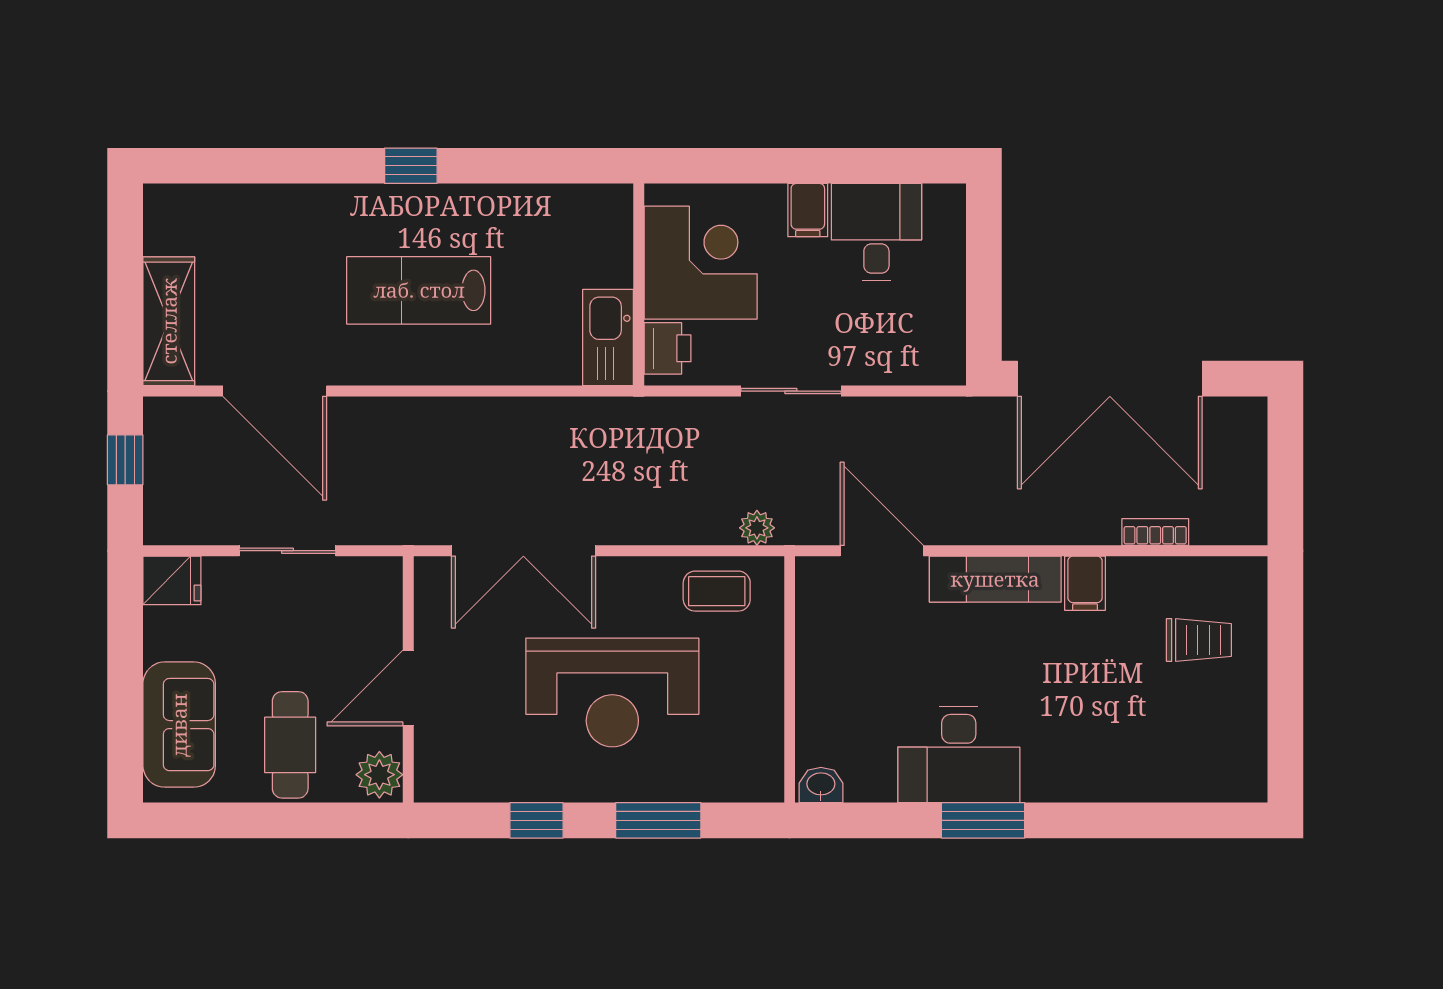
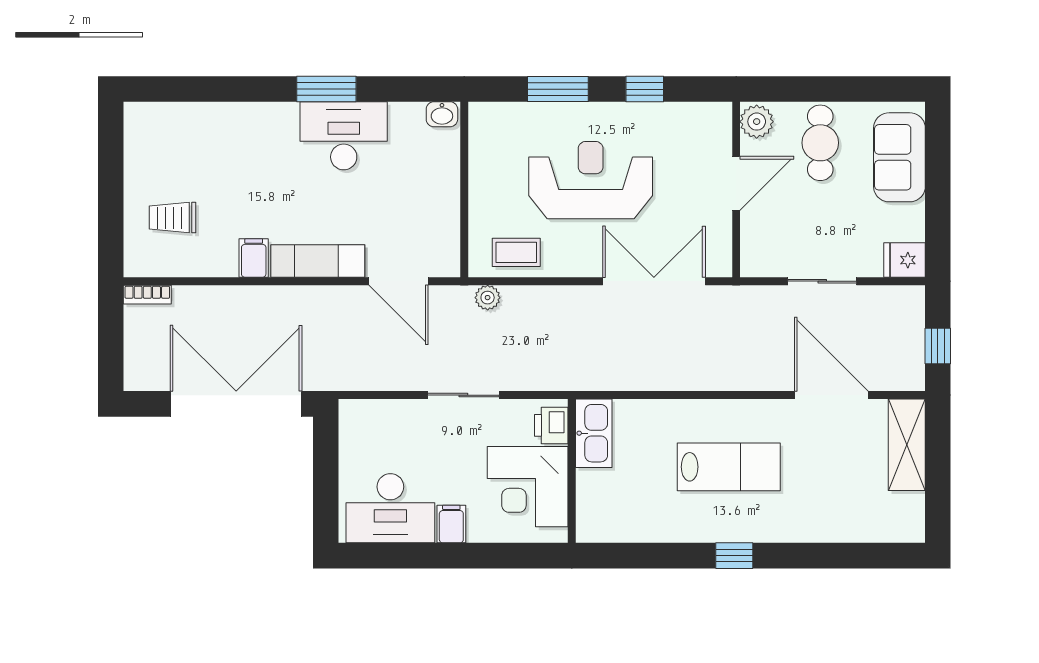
desk: (876, 232) -> (390, 508), width x1.37
bookcase: (1155, 532) -> (147, 295), moved

